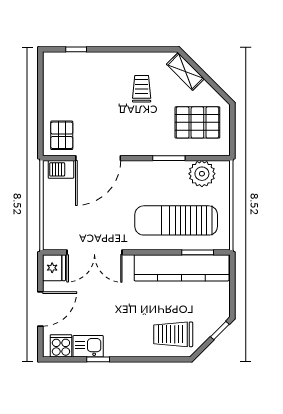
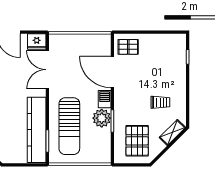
barbecue: (61, 169) -> (105, 99), moved
plant: (202, 174) -> (102, 118), moved
sun lounger: (176, 220) -> (69, 126), turned 180

